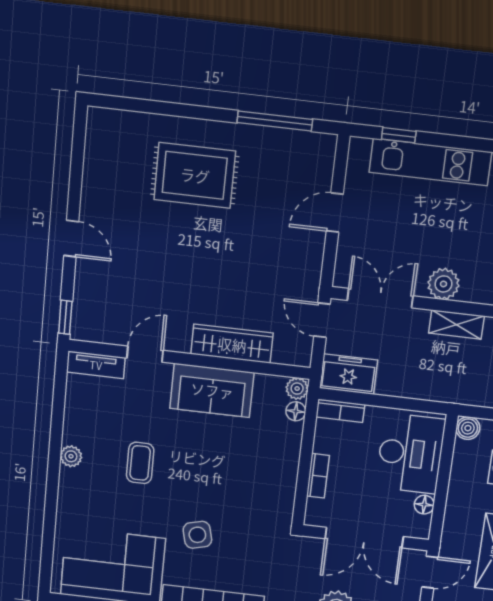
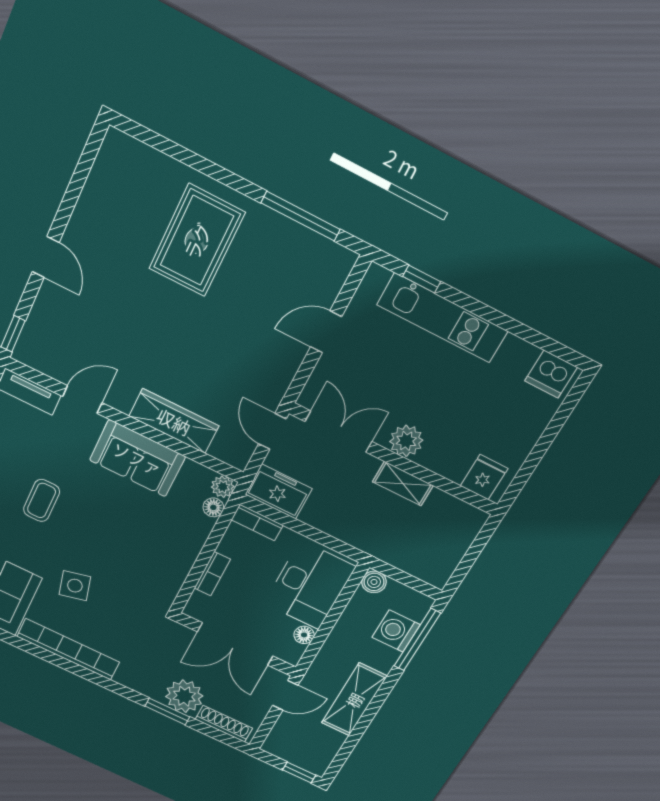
rug: (195, 175) -> (197, 241), turned 90

